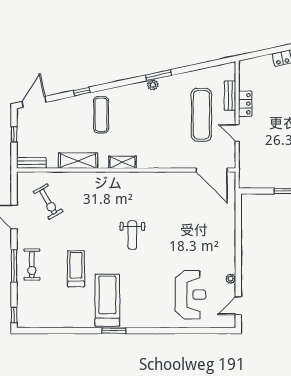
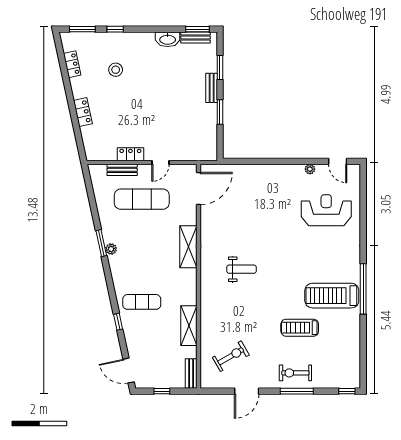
shelving: (122, 162) -> (188, 247), moved, width x1.50, depth x1.33
weight bench: (132, 235) -> (241, 269), moved
exercise bike: (32, 265) -> (295, 373), turned 180
window: (114, 331) -> (363, 289), width x2.11

